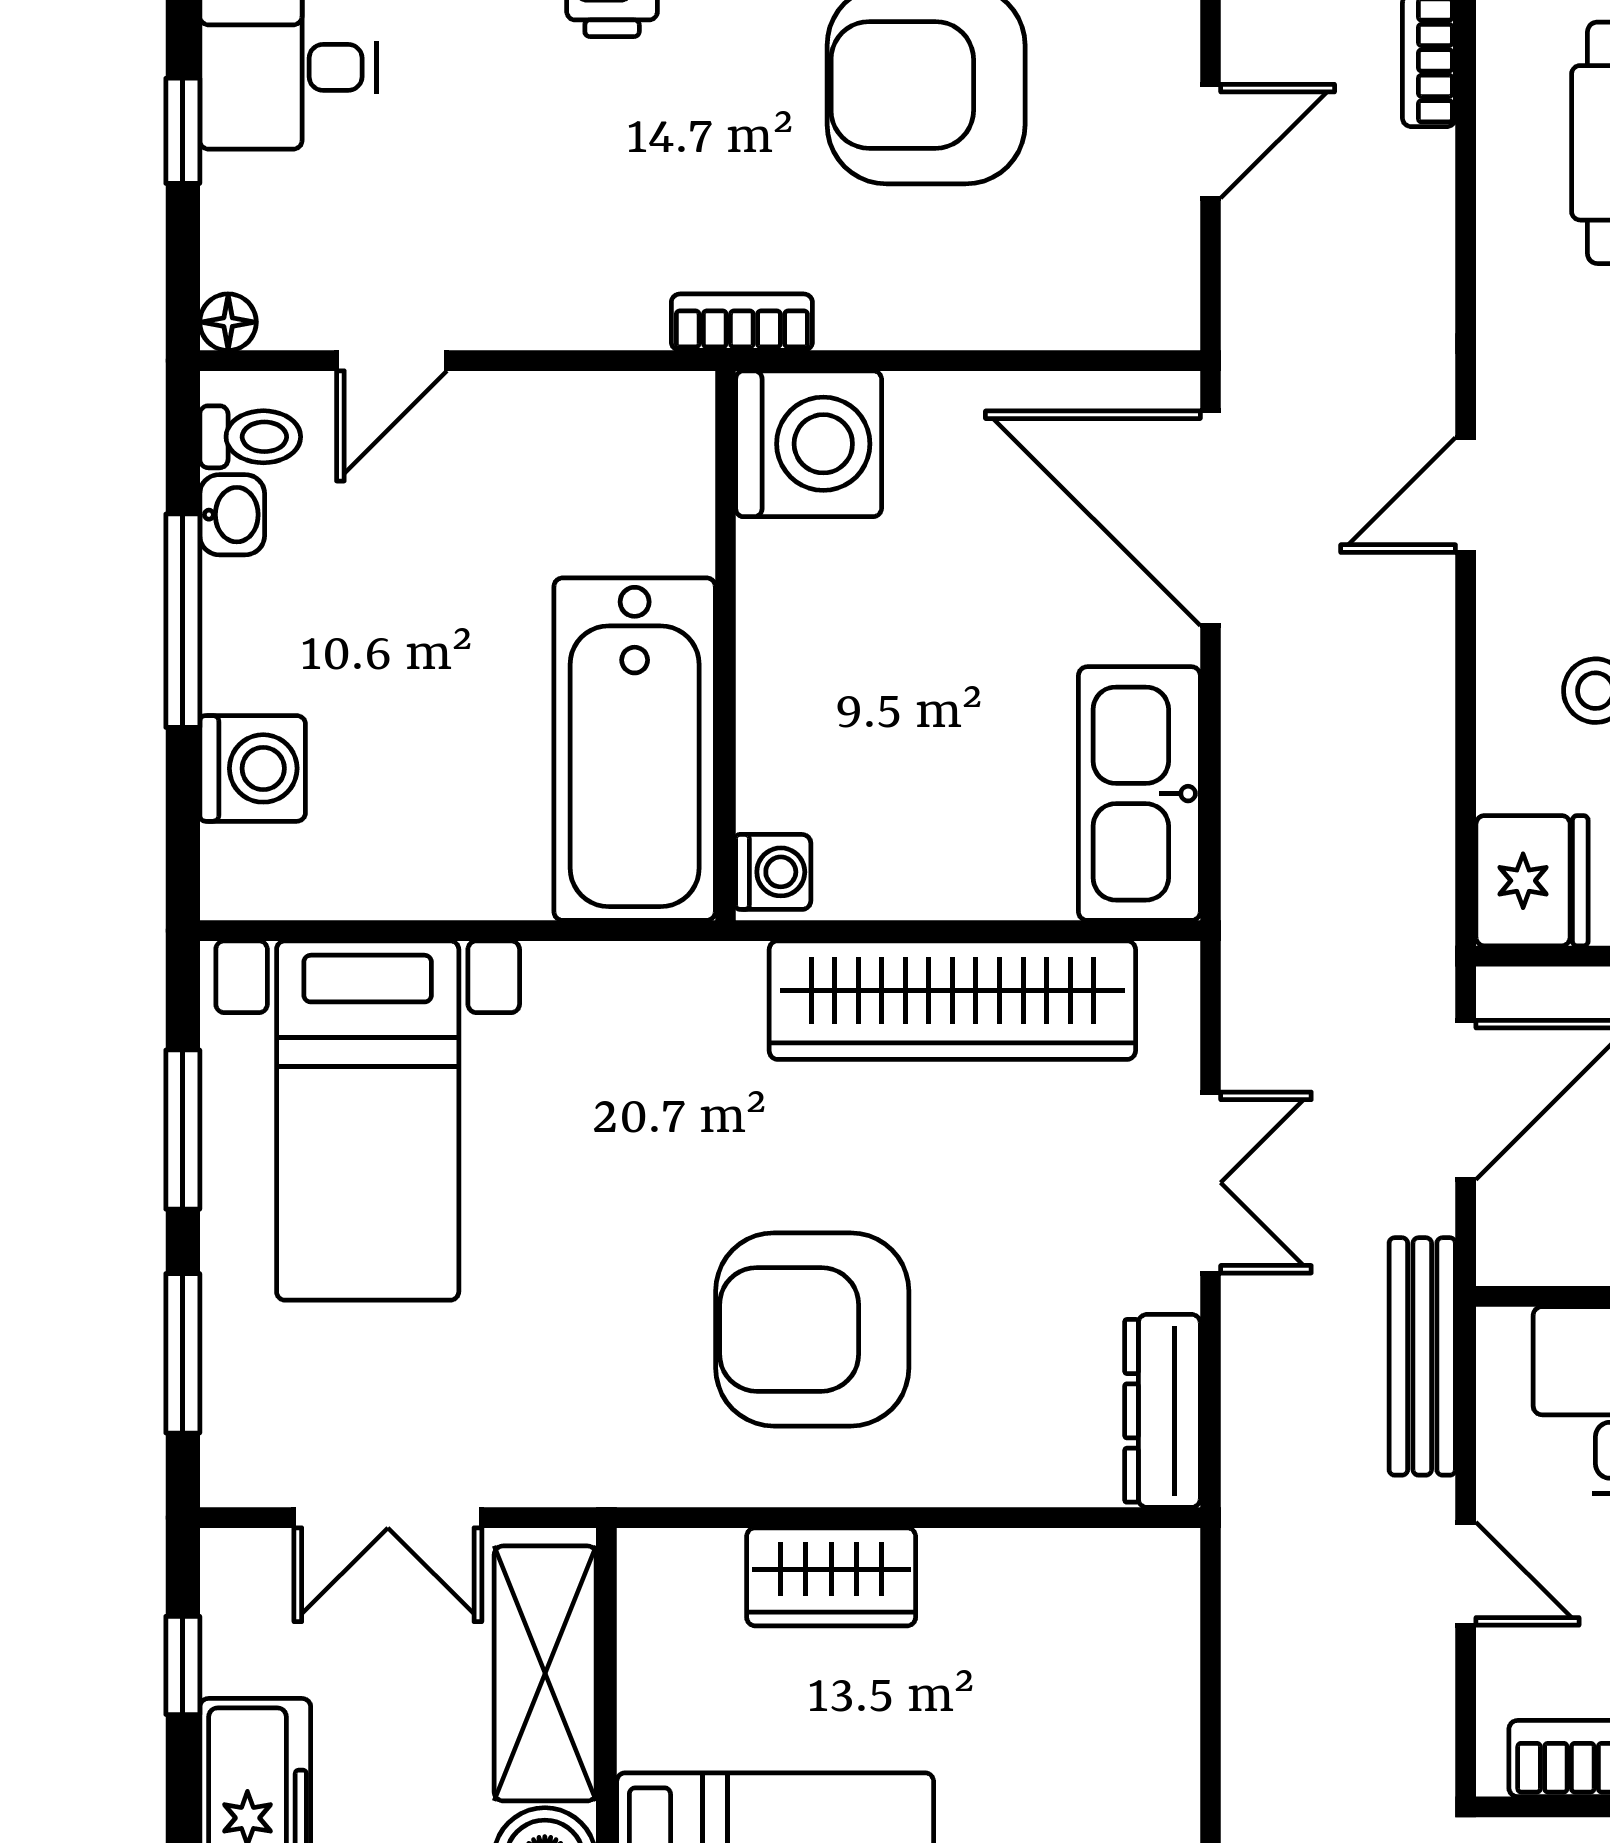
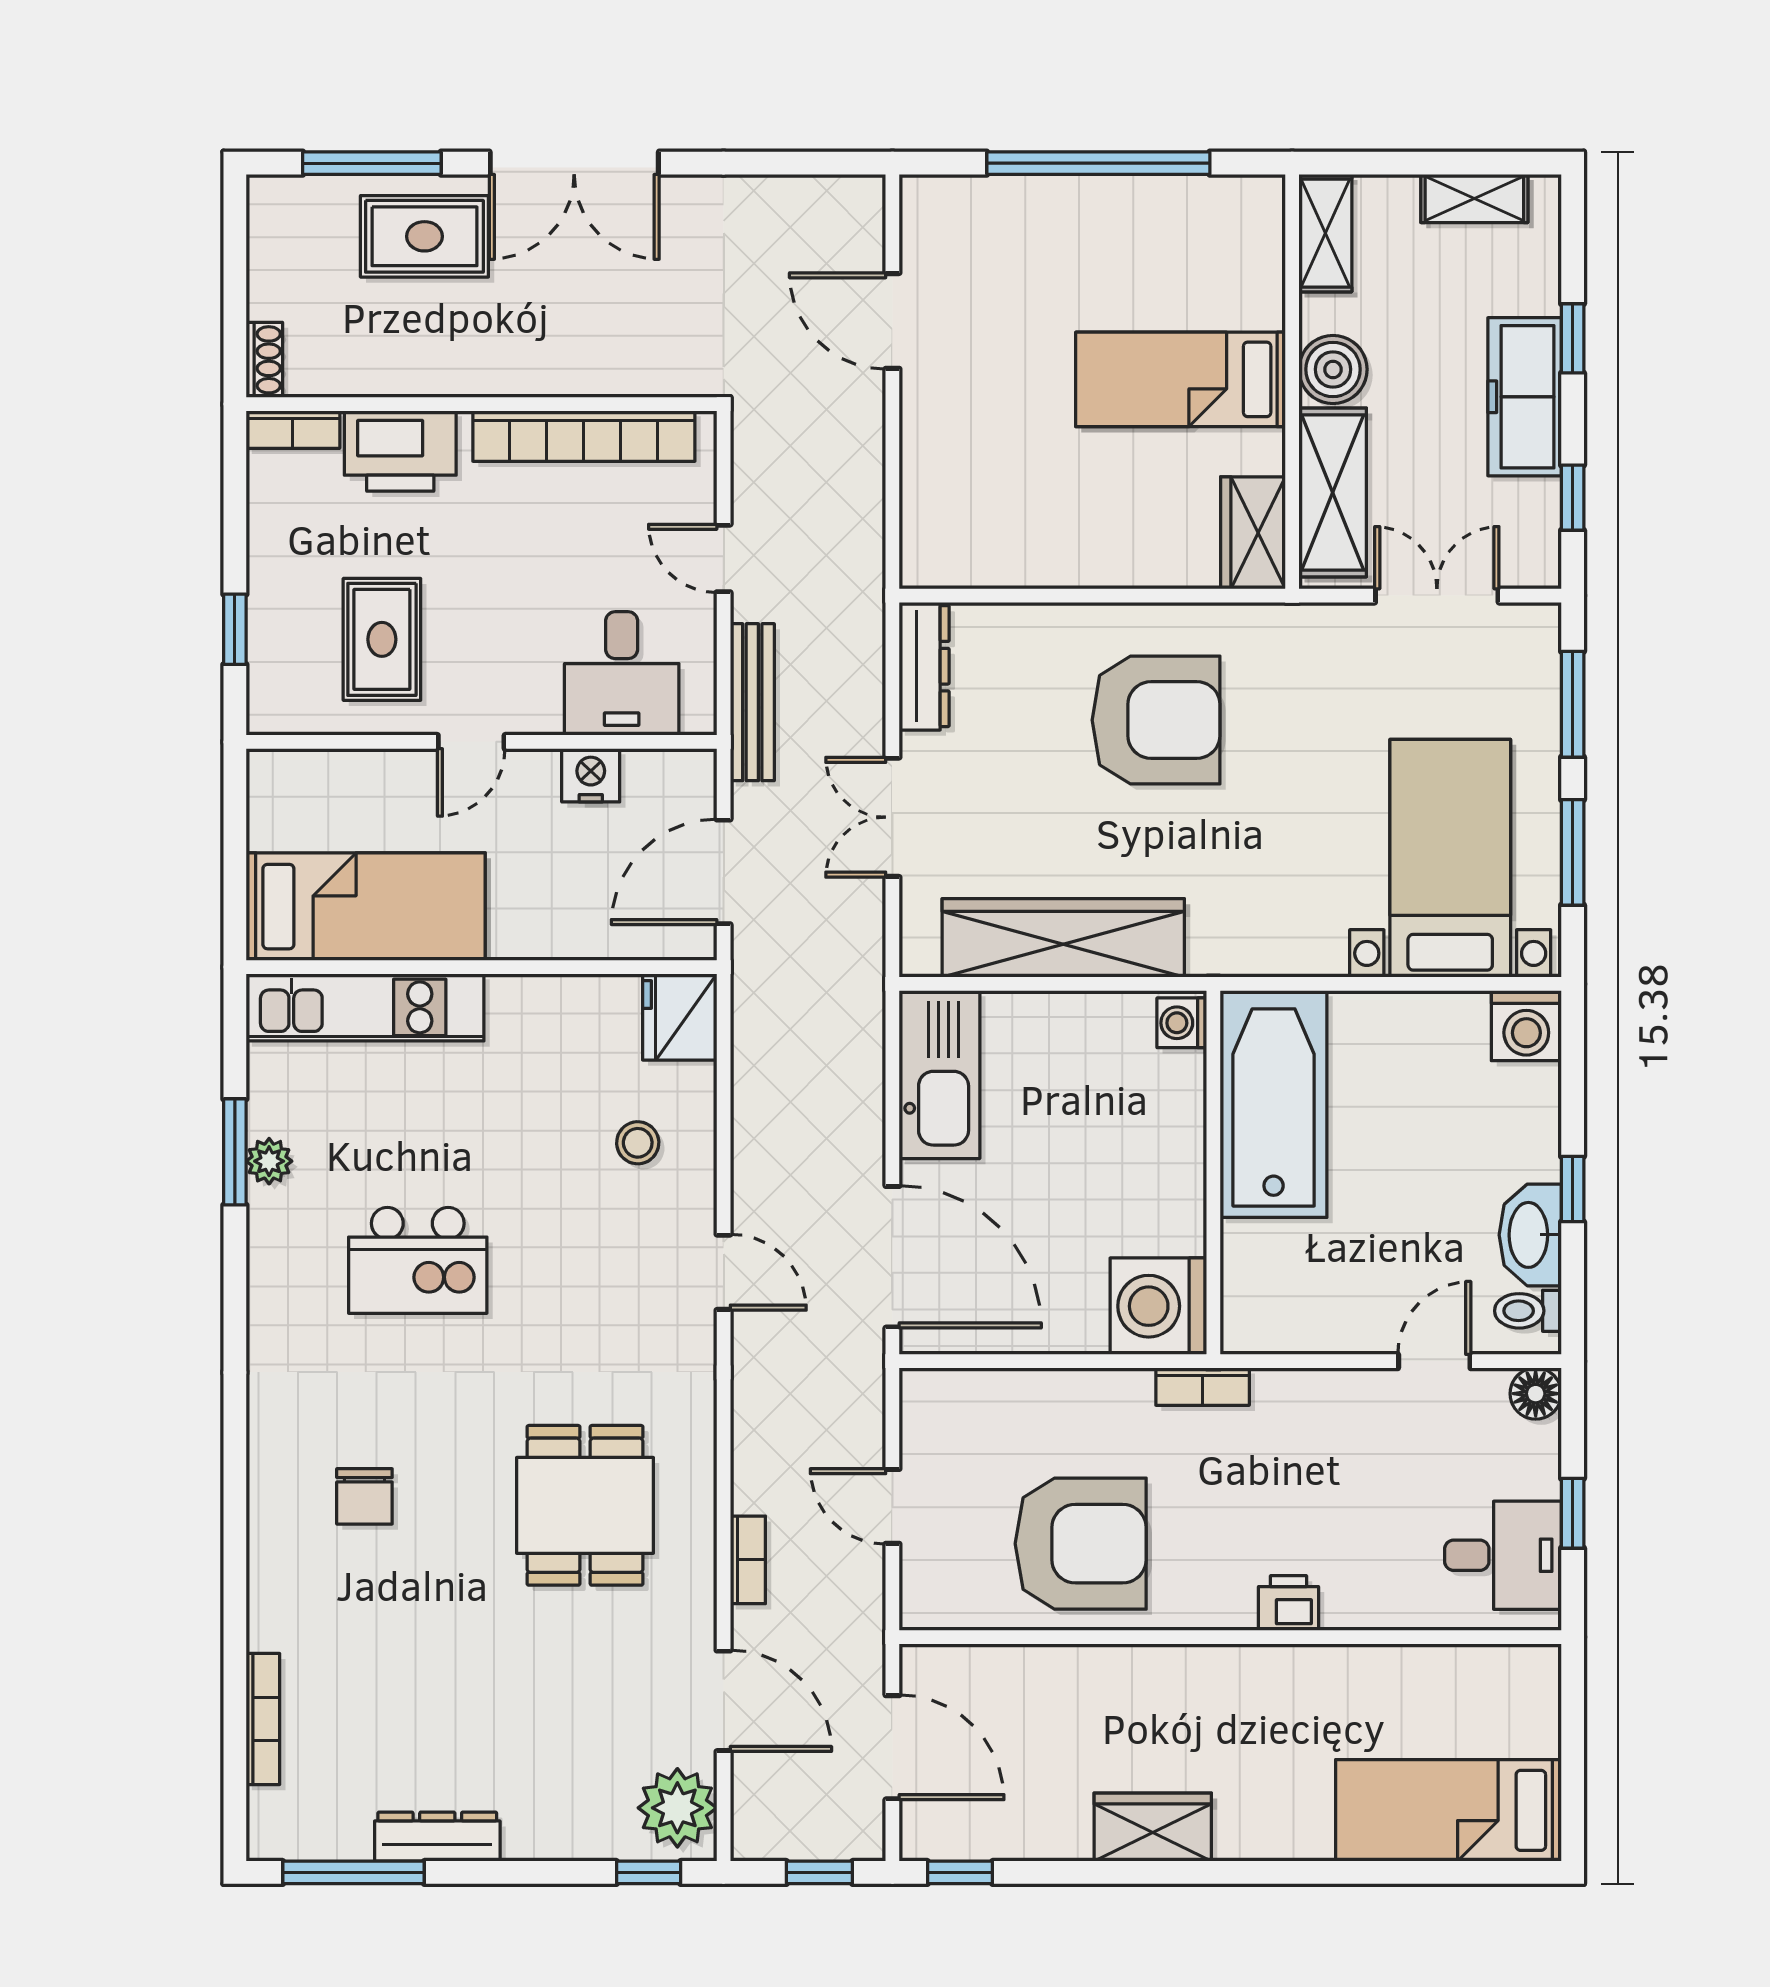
door: (1210, 141) -> (892, 1506), hinge flipped
floor lamp: (228, 322) -> (1536, 1394), width x1.37, depth x1.37
door: (1466, 495) -> (724, 1272), hinge flipped
washbasin: (232, 515) -> (1530, 1235), width x1.91, depth x1.45
window: (183, 621) -> (1573, 1189), width x0.46
washing machine: (253, 768) -> (1526, 1026), moved, turned -90
wardrobe: (831, 1577) -> (1253, 533), moved, turned -90

